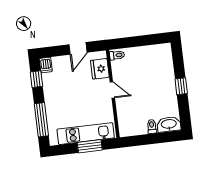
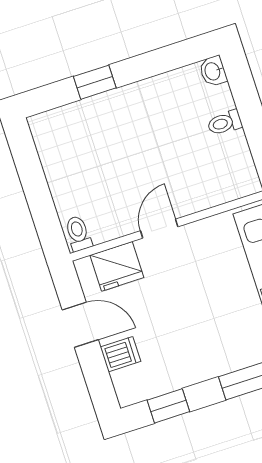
dishwasher: (46, 65) -> (120, 354), moved
window: (181, 86) -> (95, 82), moved
washbasin: (169, 124) -> (213, 71), width x0.52, depth x0.69

